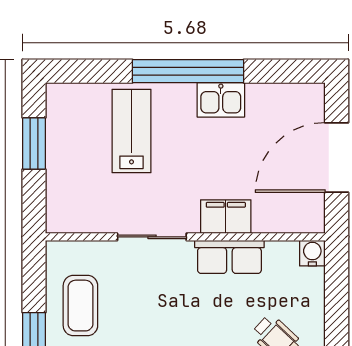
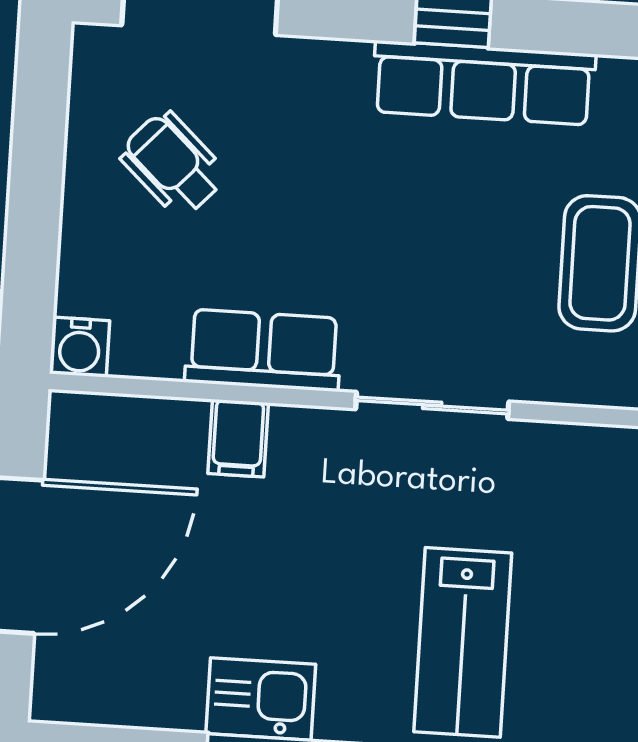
filing cabinet: (226, 217) -> (238, 438), width x0.50

